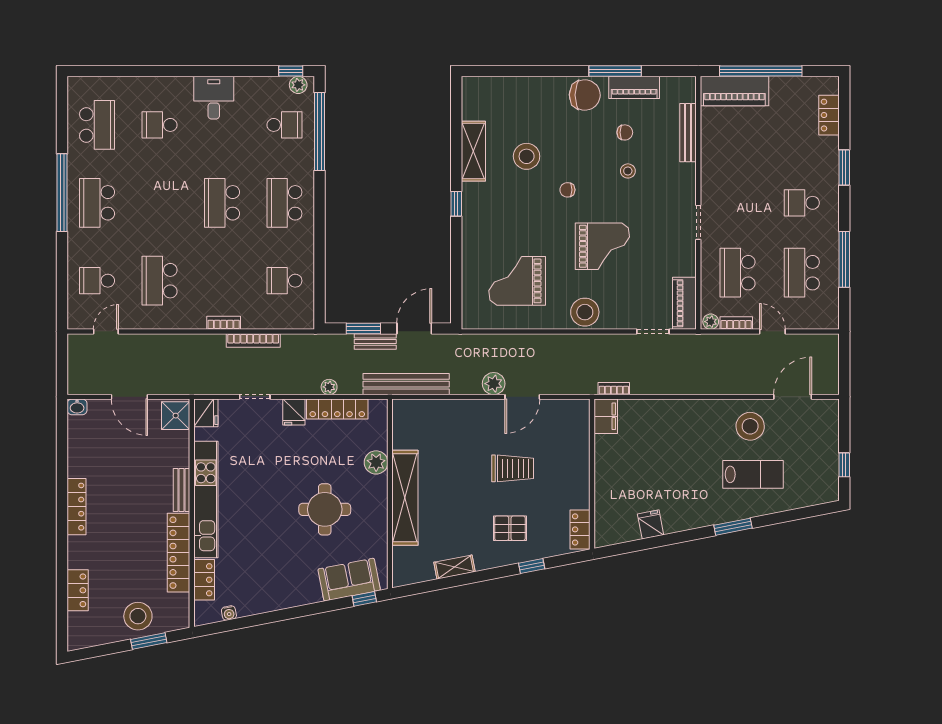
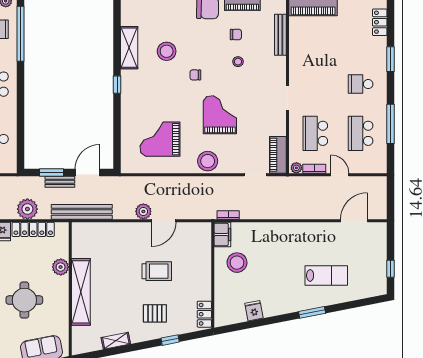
grand piano: (602, 246) -> (220, 115), turned -90
plant: (329, 387) -> (27, 209), width x1.87, depth x1.87
stool: (750, 426) -> (237, 263), moved

